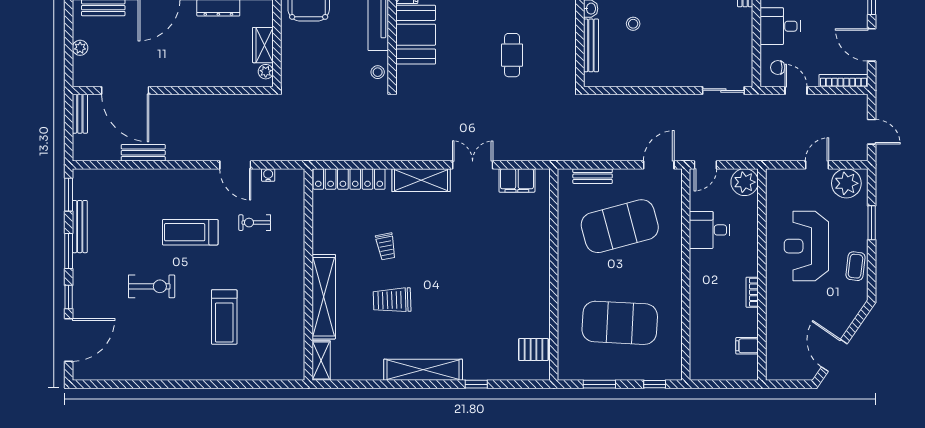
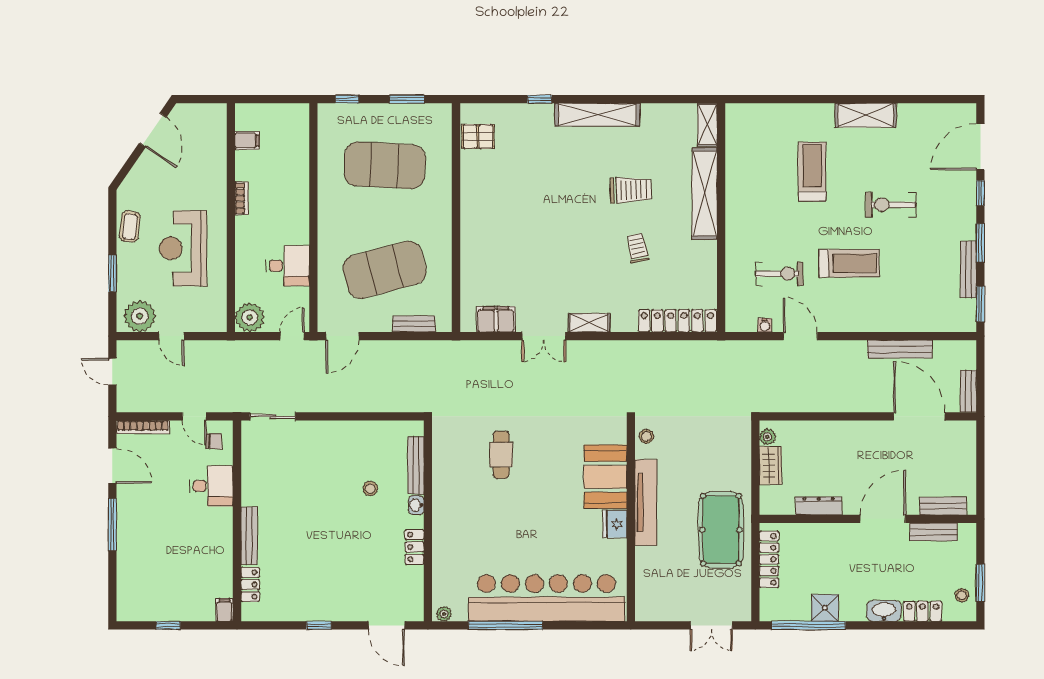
plant: (80, 48) -> (968, 463), removed
bench: (143, 153) -> (900, 349), width x1.36
door: (817, 165) -> (171, 336), hinge flipped
shelving: (421, 180) -> (589, 323), width x0.67, depth x0.75
exercise bike: (255, 223) -> (779, 274), width x1.38, depth x1.39
reception desk: (806, 246) -> (183, 248), turned 180
shelving: (175, 369) -> (866, 115), added

